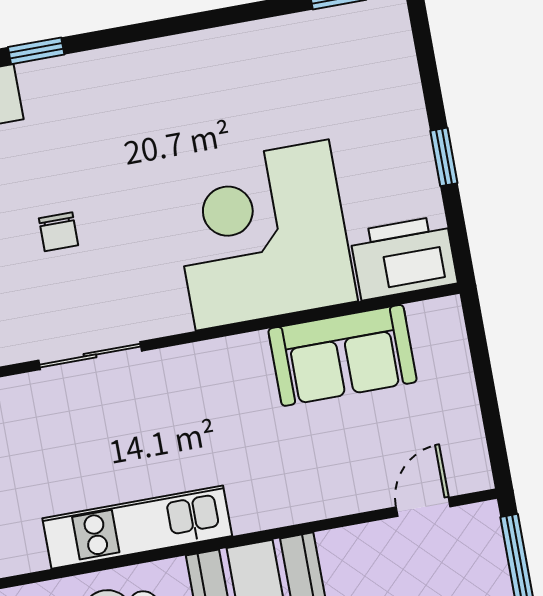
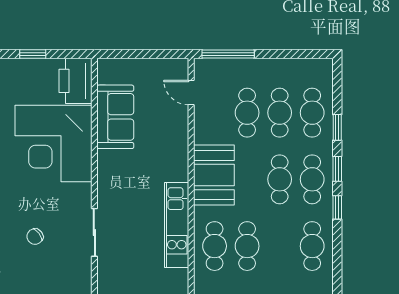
chair: (59, 232) -> (35, 237), turned 143

